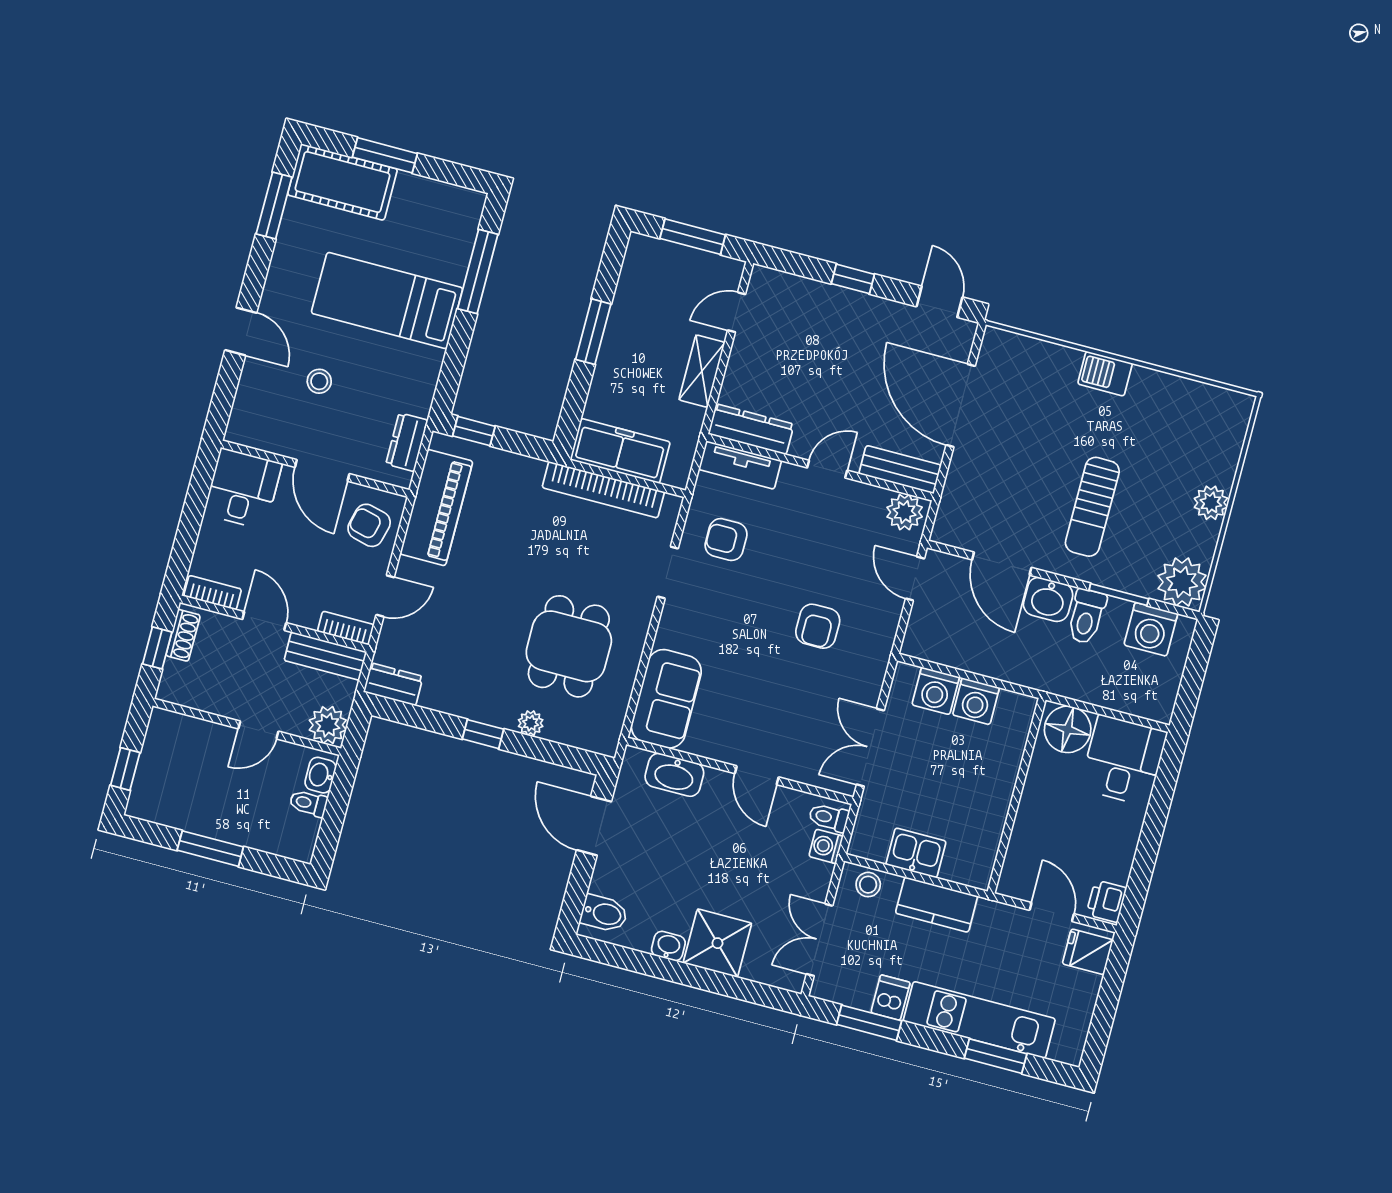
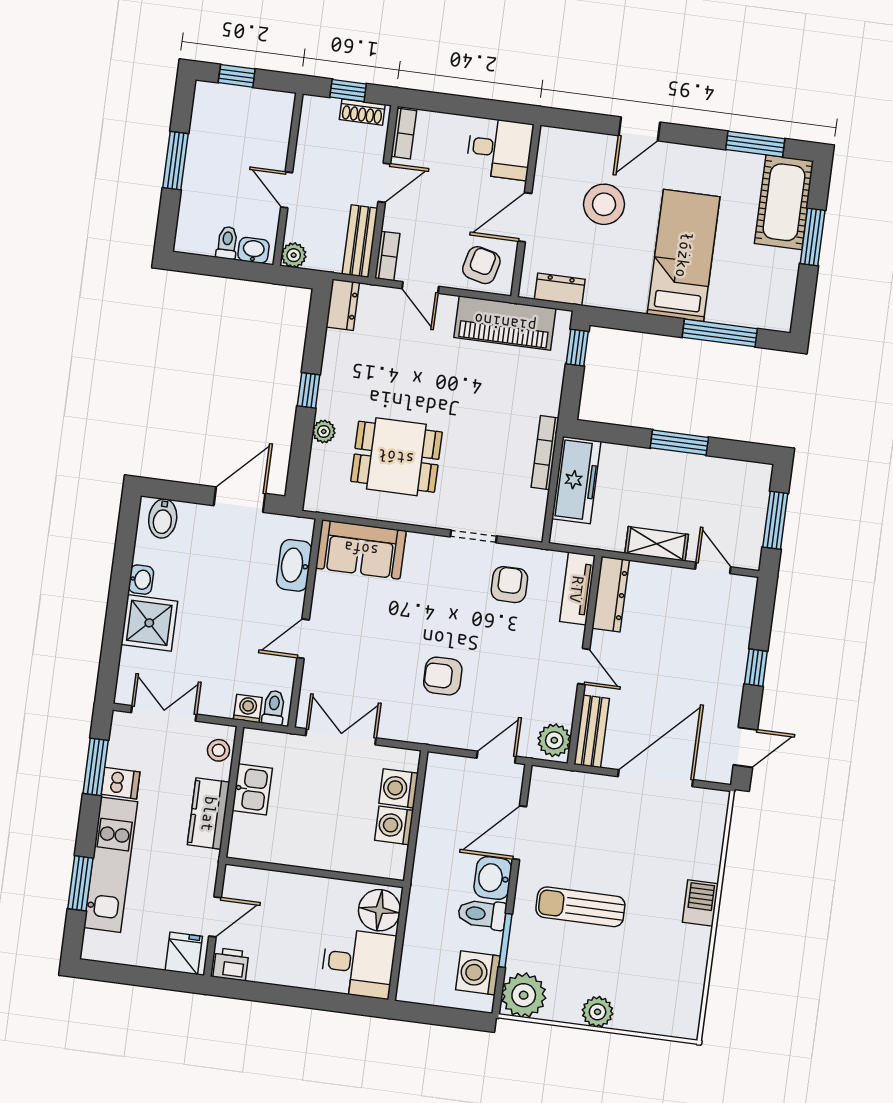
stool: (319, 381) -> (604, 204), width x1.89, depth x1.89
bookcase: (603, 490) -> (545, 453), width x0.68, depth x0.76
plant: (328, 725) -> (294, 255), width x0.73, depth x0.73

